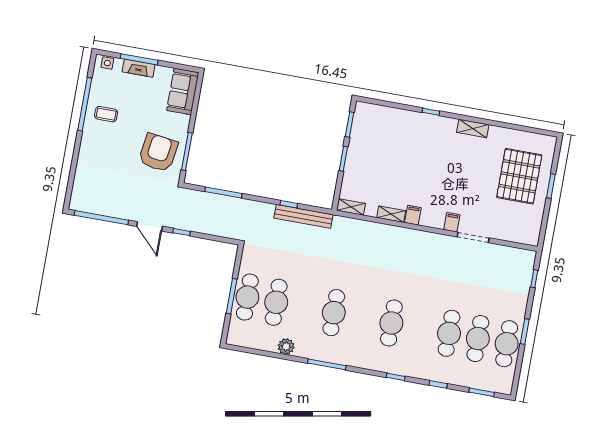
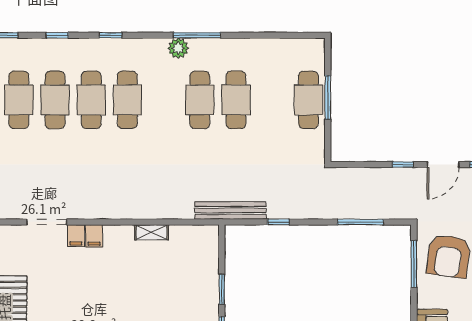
shelving: (351, 207) -> (202, 232), removed
filing cabinet: (413, 215) -> (94, 236), moved
bench: (303, 216) -> (230, 210), moved
door: (149, 226) -> (443, 165), swing flipped
cafe table: (276, 302) -> (236, 100), moved
cafe table: (420, 328) -> (91, 100), added
plant: (286, 347) -> (178, 48), moved

